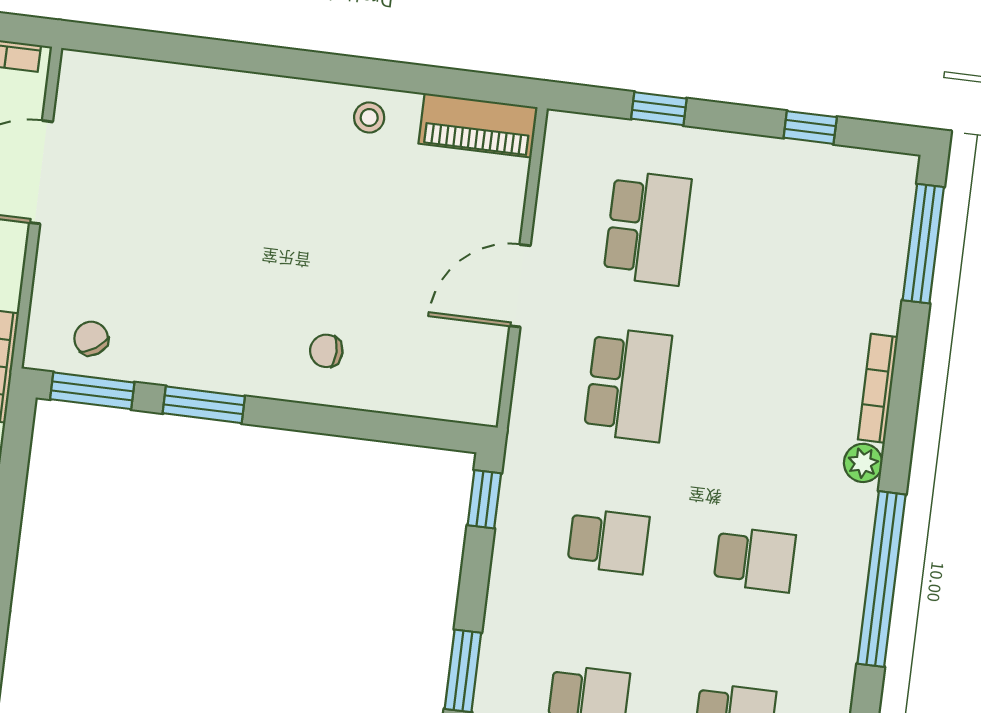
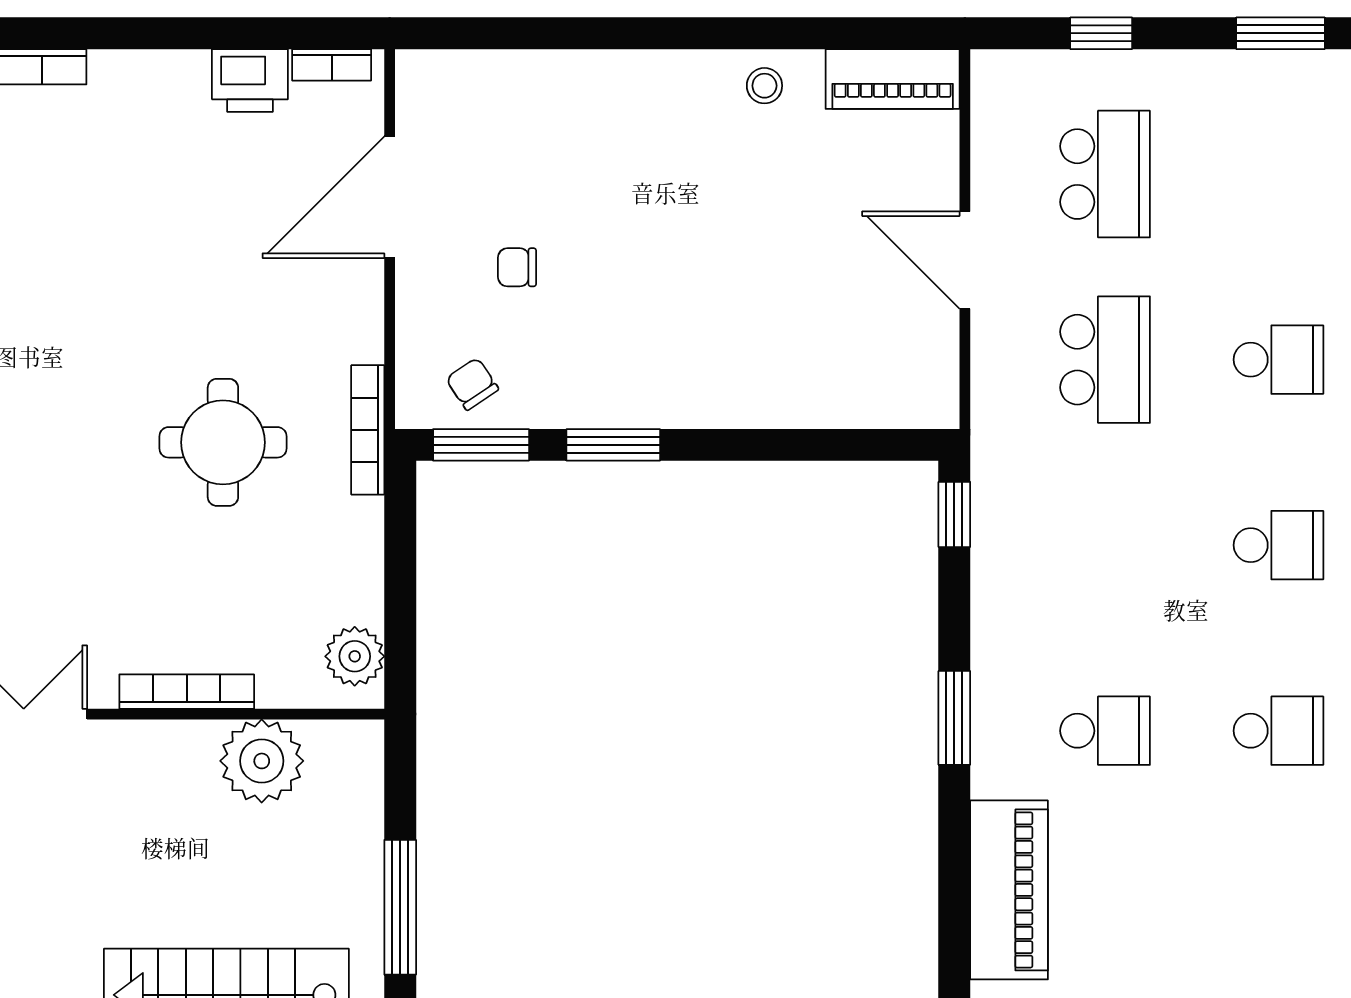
window: (810, 127) -> (1280, 33), width x1.50
door: (520, 286) -> (965, 260), hinge flipped
chair: (326, 351) -> (517, 267), moved
school desk: (608, 541) -> (1279, 360), moved

